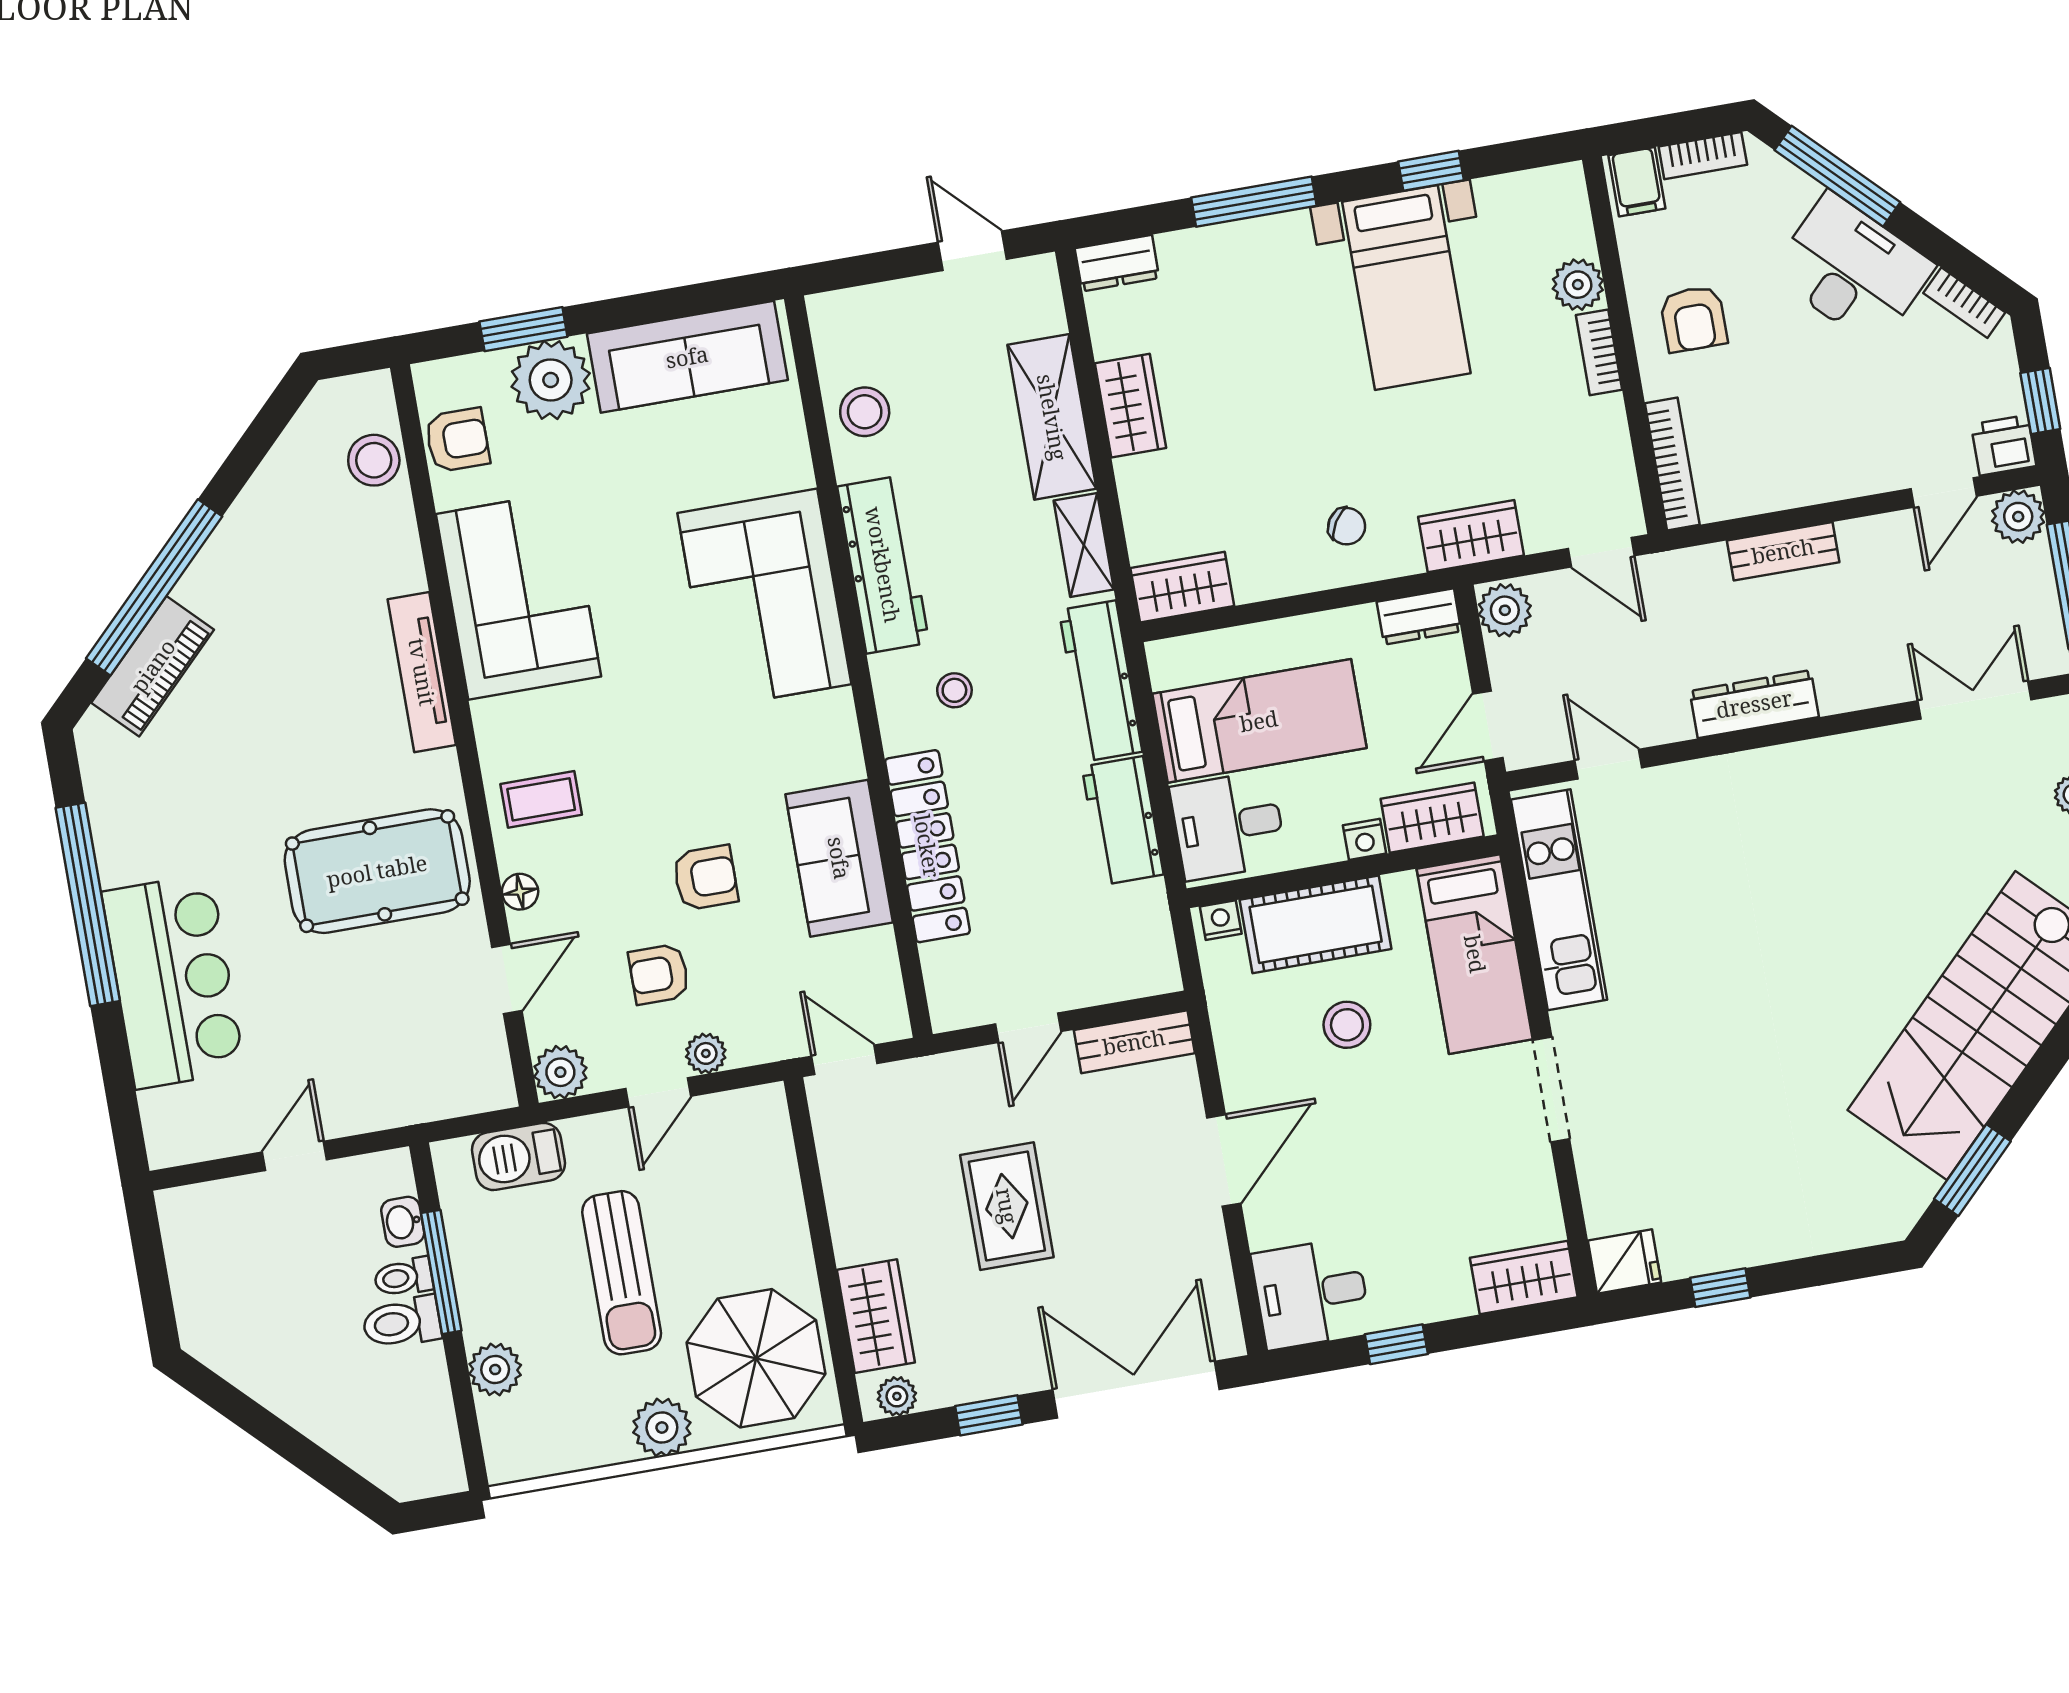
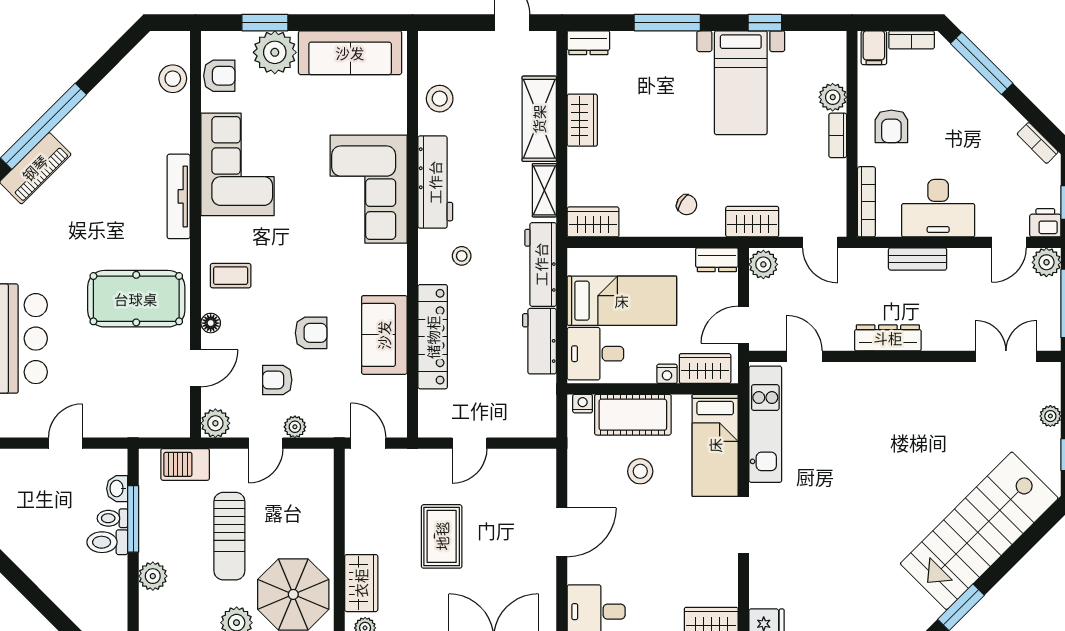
desk: (1852, 270) -> (938, 208), moved, turned 135
bench: (1134, 1042) -> (525, 461), removed

